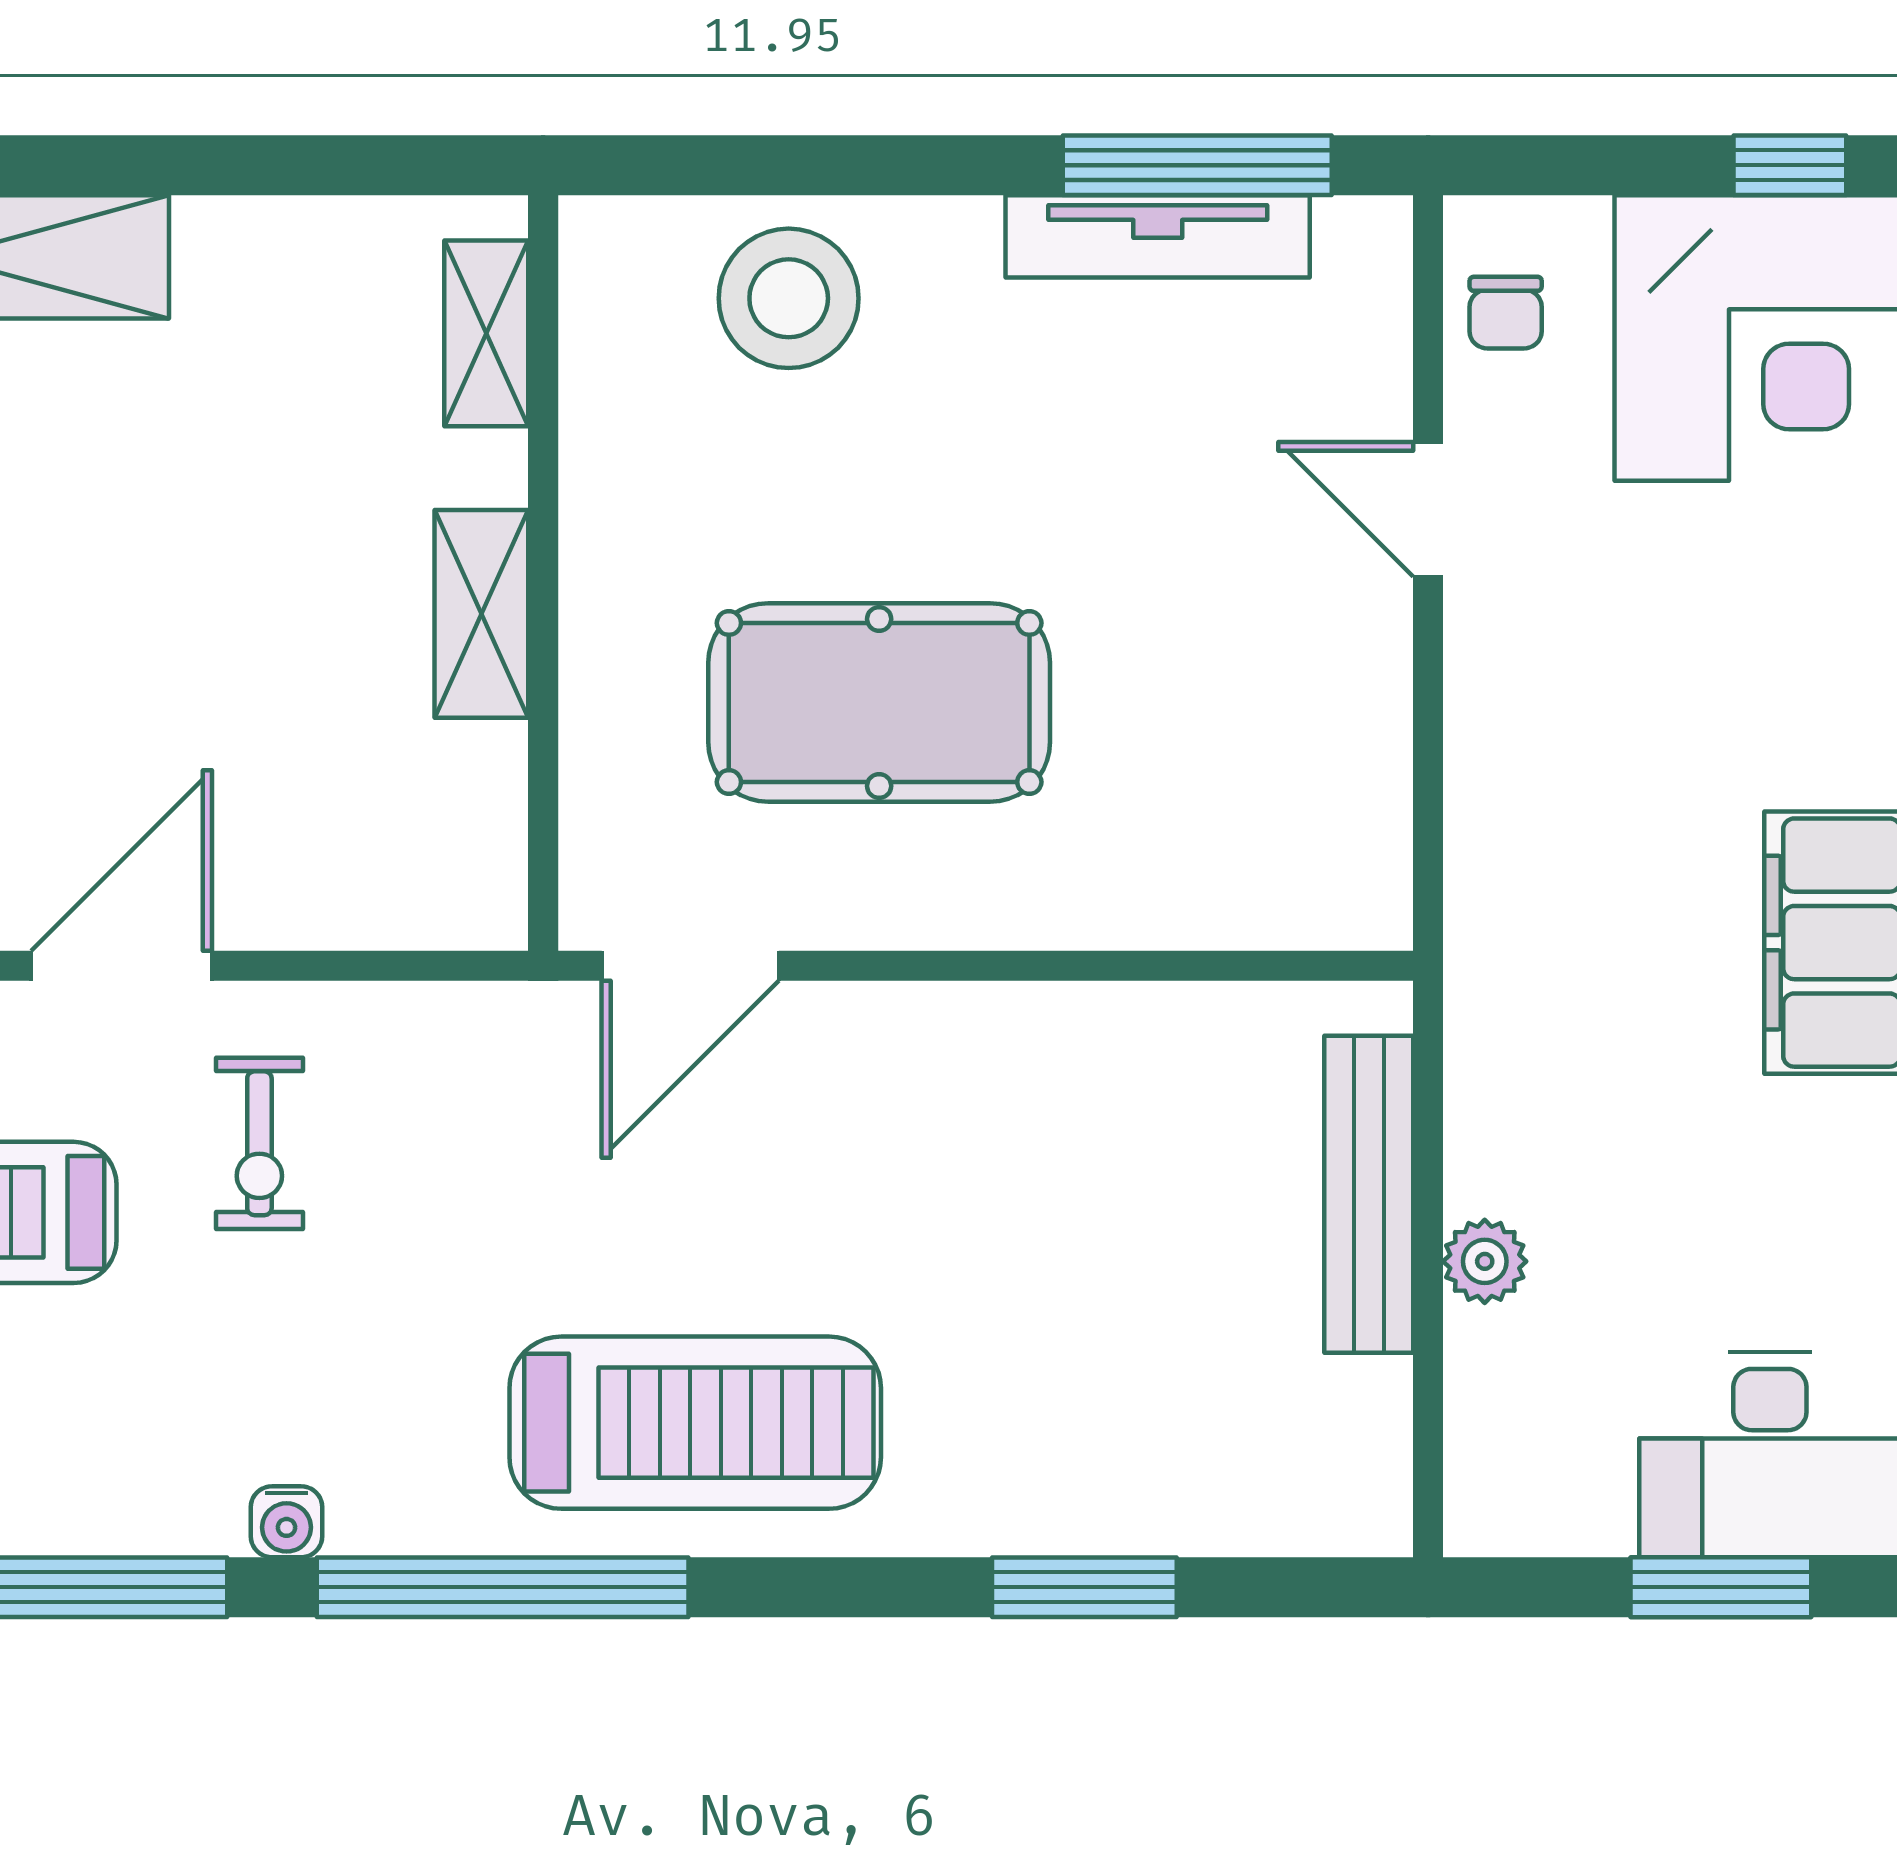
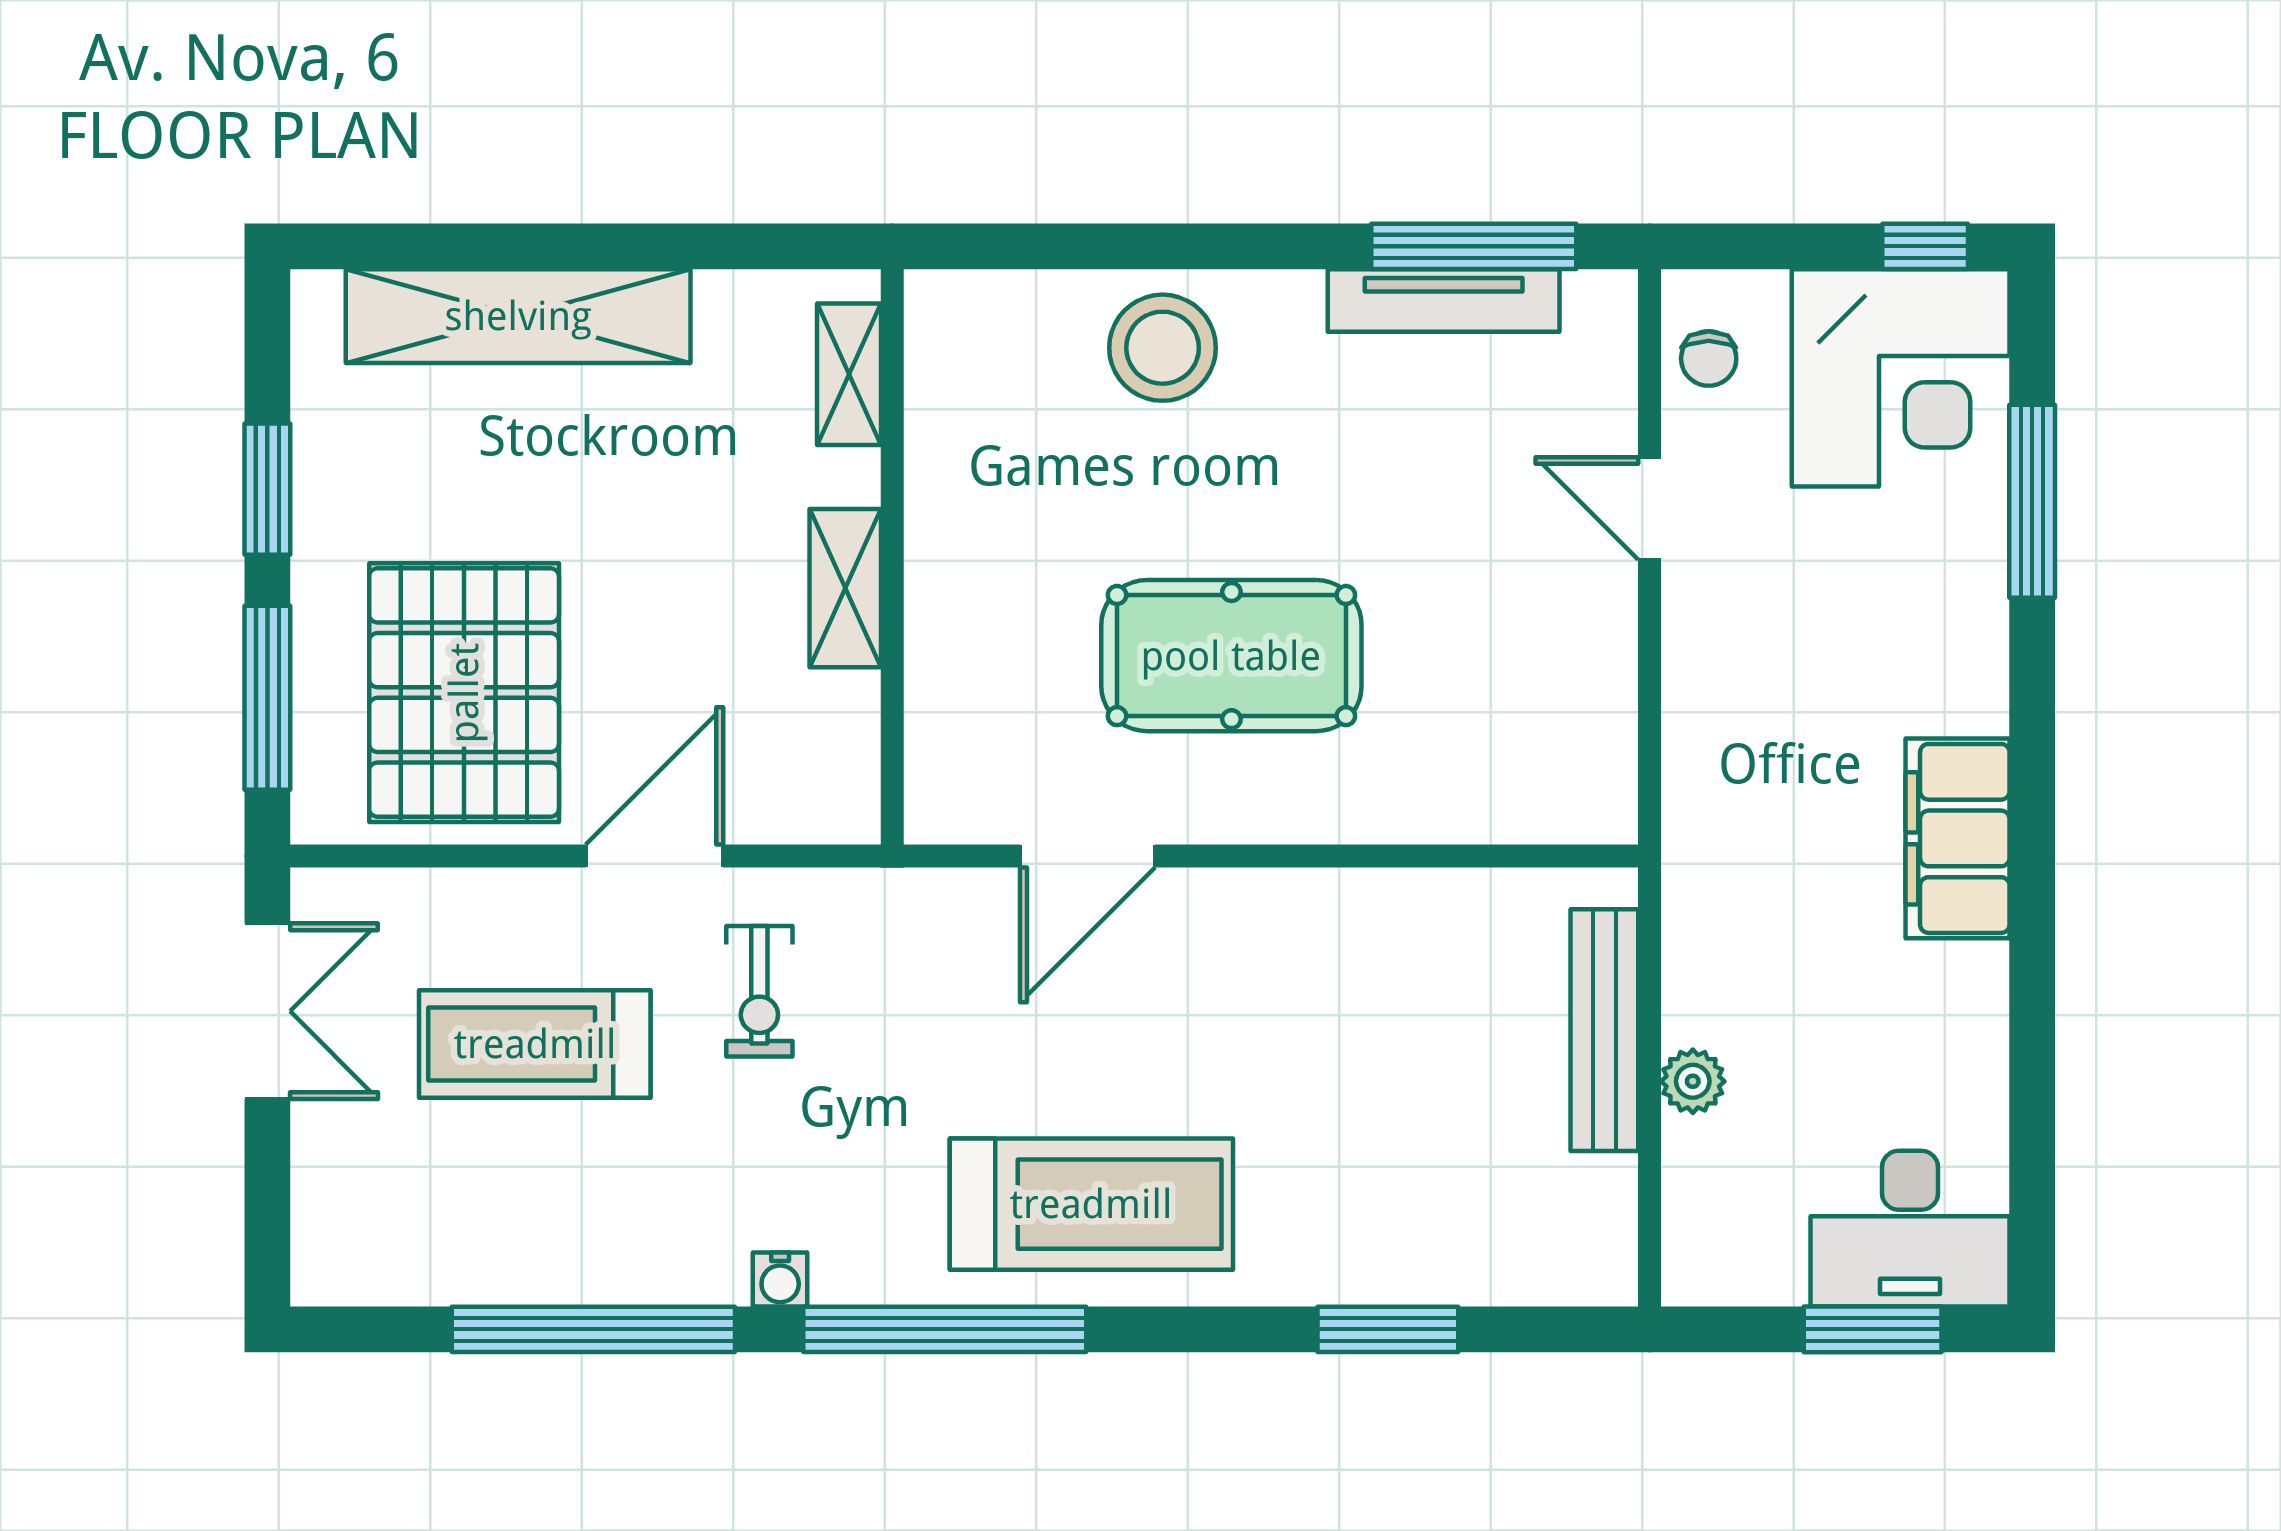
shelving: (486, 333) -> (849, 374), moved
wall: (543, 573) -> (892, 557), moved
shelving: (481, 614) -> (845, 588), moved

